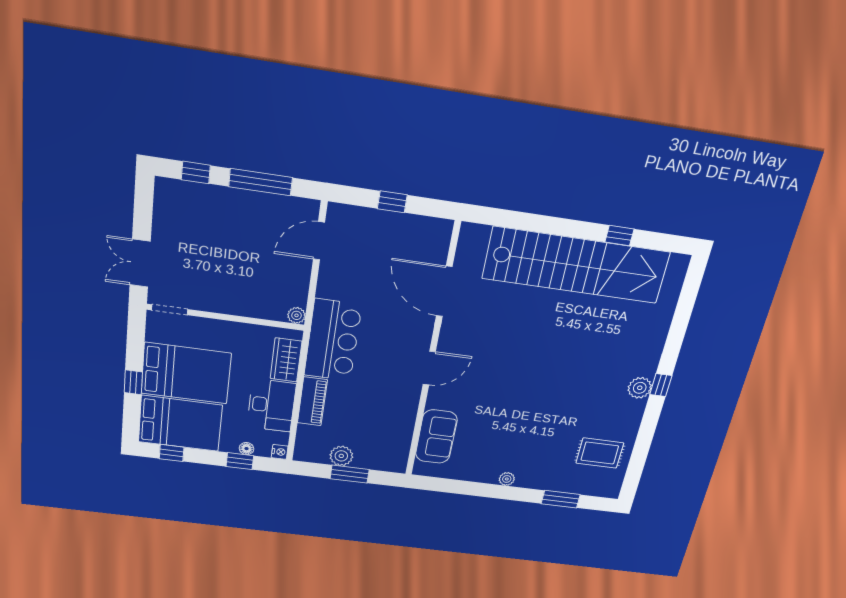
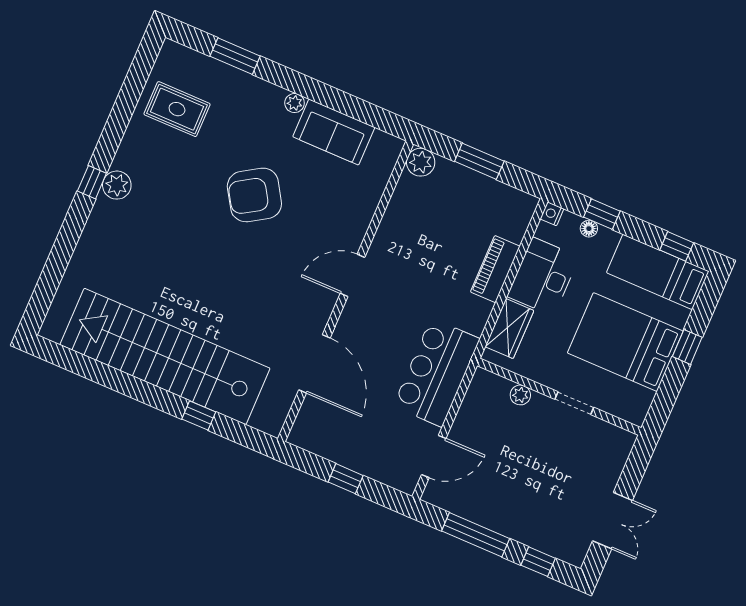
window: (619, 236) -> (199, 415), moved
double door: (140, 263) -> (612, 521), moved
doorway: (170, 310) -> (574, 403), moved
plant: (296, 315) -> (520, 395), moved
bar counter: (333, 340) -> (437, 373), moved
armchair: (525, 408) -> (254, 195), added
bed: (180, 424) -> (658, 272), width x0.67
sofa: (436, 437) -> (334, 132), moved, turned -90
plant: (341, 456) -> (421, 162), moved

